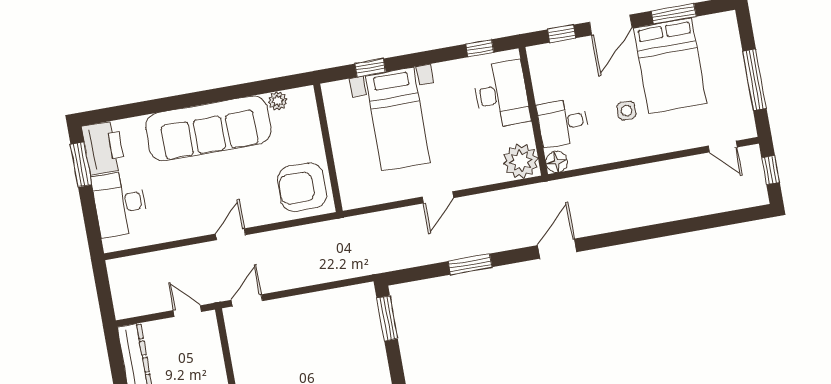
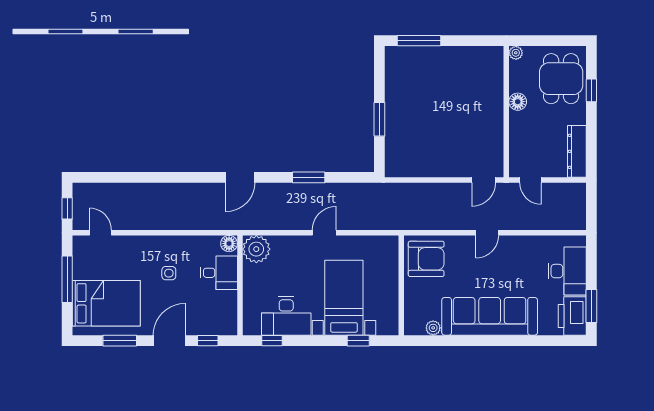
bed: (670, 66) -> (106, 303), moved, turned 90
desk: (501, 94) -> (286, 316), moved, turned -90
window: (387, 318) -> (379, 119), moved

